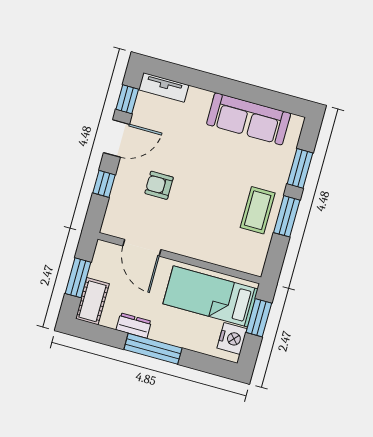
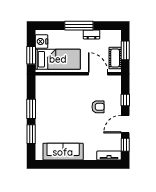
coffee table: (258, 210) -> (46, 108), removed
cot: (92, 301) -> (115, 58), moved

